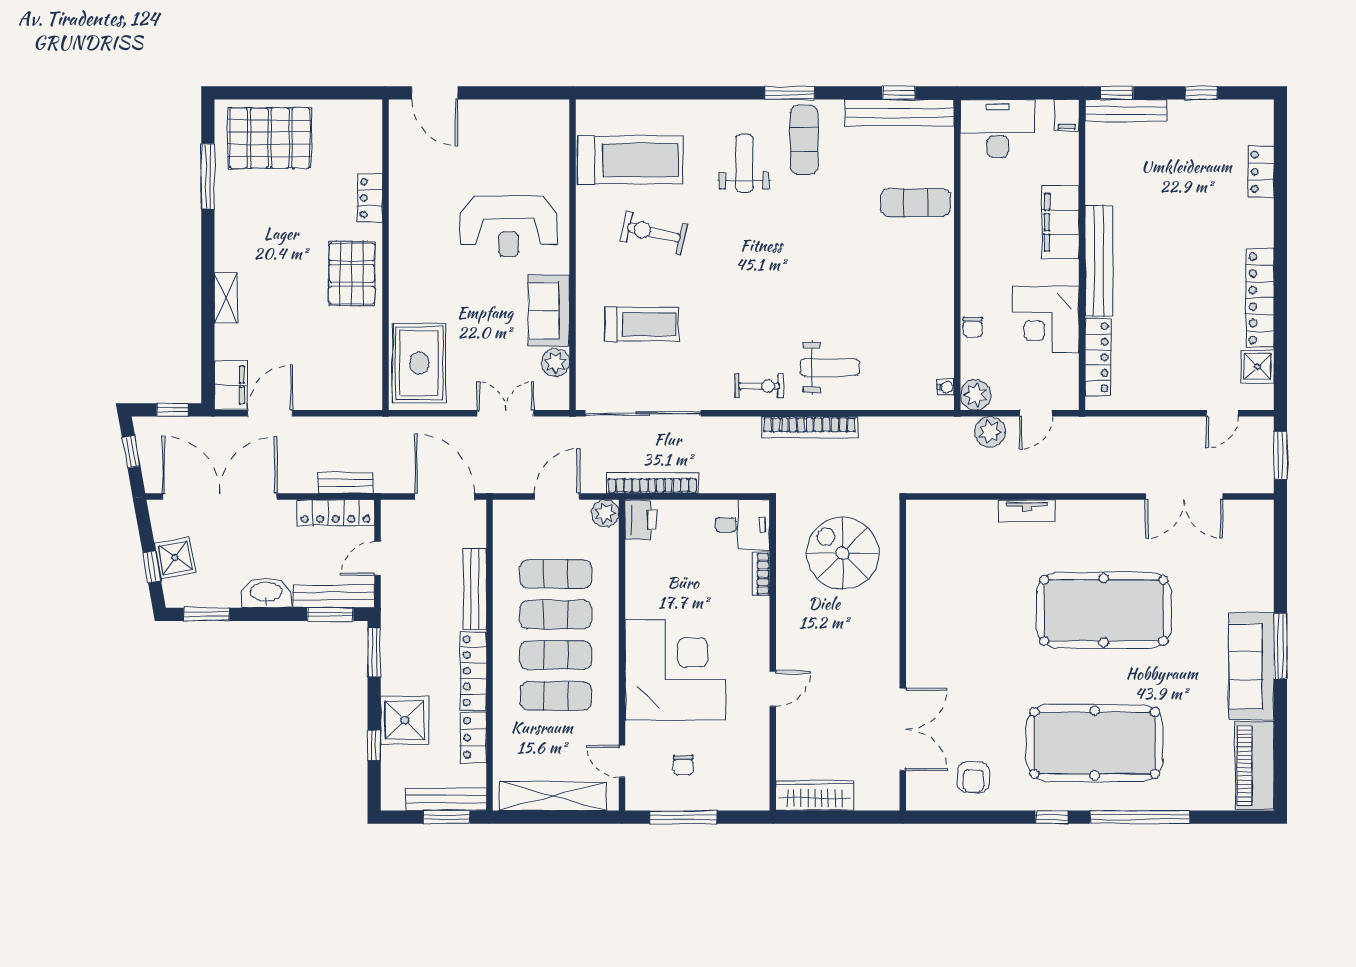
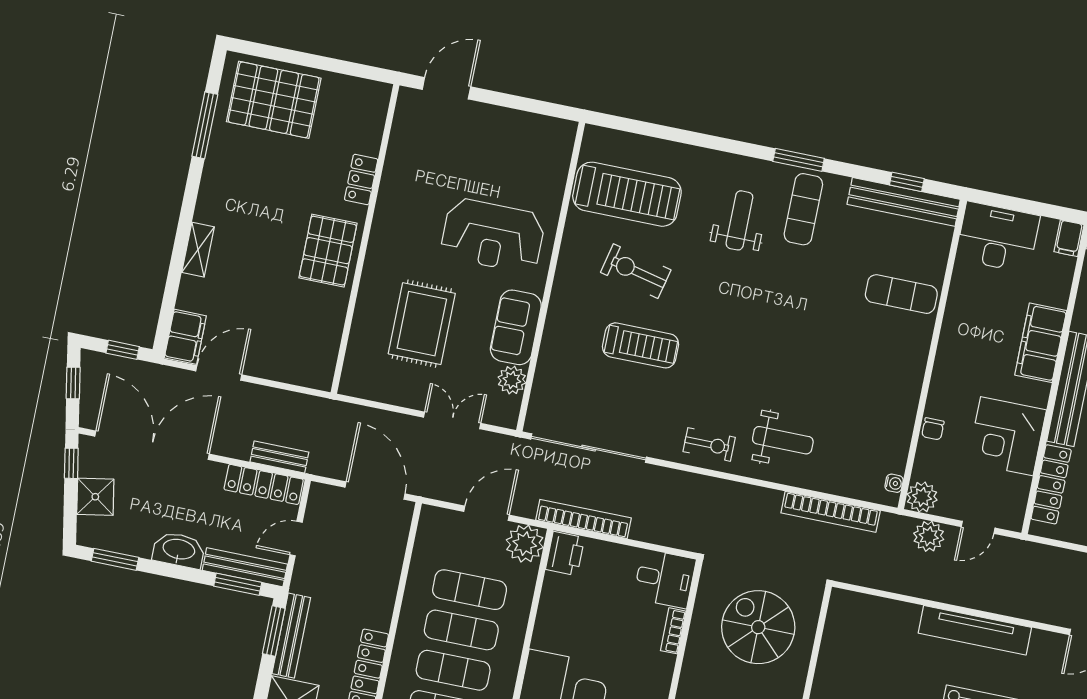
door: (435, 93) -> (446, 88), swing flipped
treadmill: (642, 324) -> (640, 345), moved
rug: (419, 363) -> (422, 324), moved
bookcase: (810, 427) -> (831, 512), moved
tv unit: (1027, 510) -> (975, 630), width x1.92, depth x1.29
plant: (605, 513) -> (525, 544), width x1.36, depth x1.36
window: (152, 567) -> (71, 463), moved
bench: (475, 589) -> (291, 636), moved

